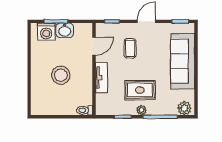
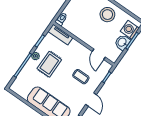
stool: (61, 75) -> (107, 15), moved
tv unit: (101, 78) -> (60, 35), moved
plant: (184, 108) -> (17, 85), removed

